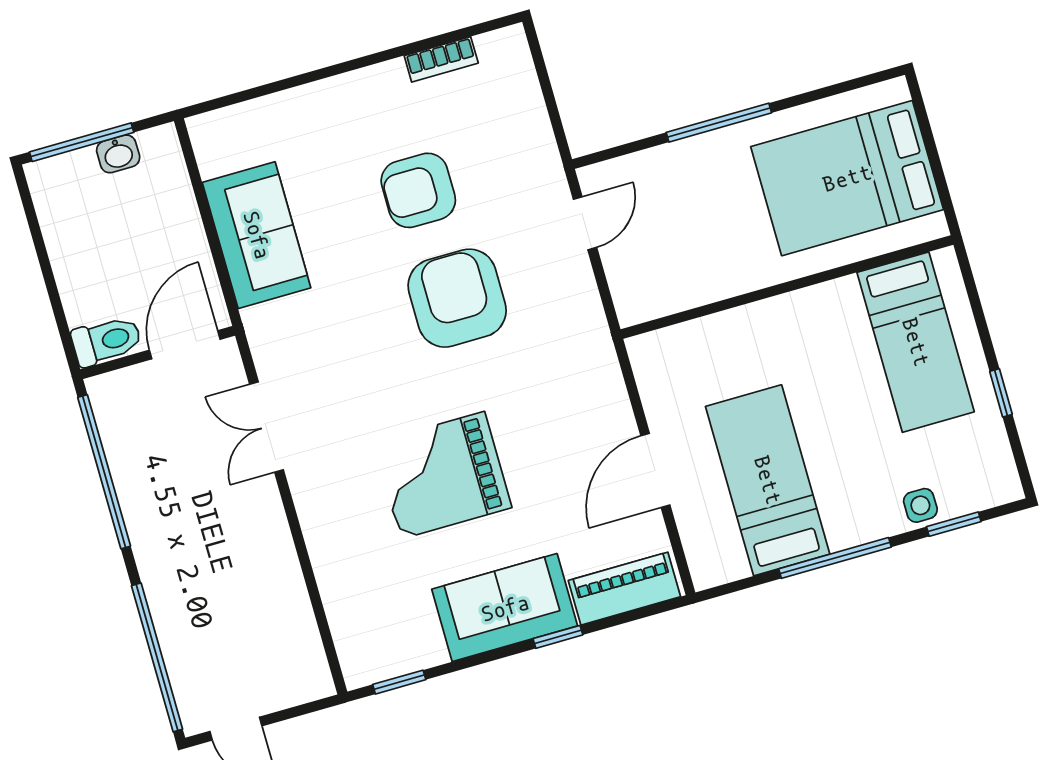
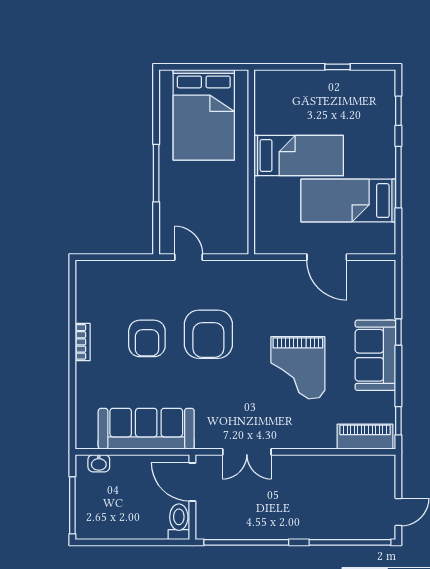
bookcase: (441, 59) -> (83, 342), moved
washbasin: (118, 154) -> (99, 463), moved, turned 90
sofa: (257, 235) -> (146, 429), width x1.36
armchair: (457, 298) -> (208, 334), turned -90
bed: (916, 342) -> (299, 156), moved
side table: (920, 505) -> (384, 125), removed
piano: (624, 589) -> (365, 437), moved, turned 90

